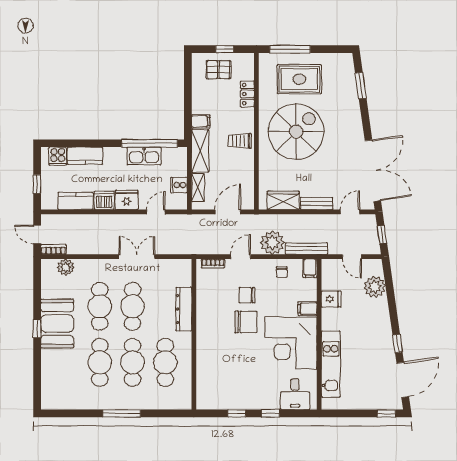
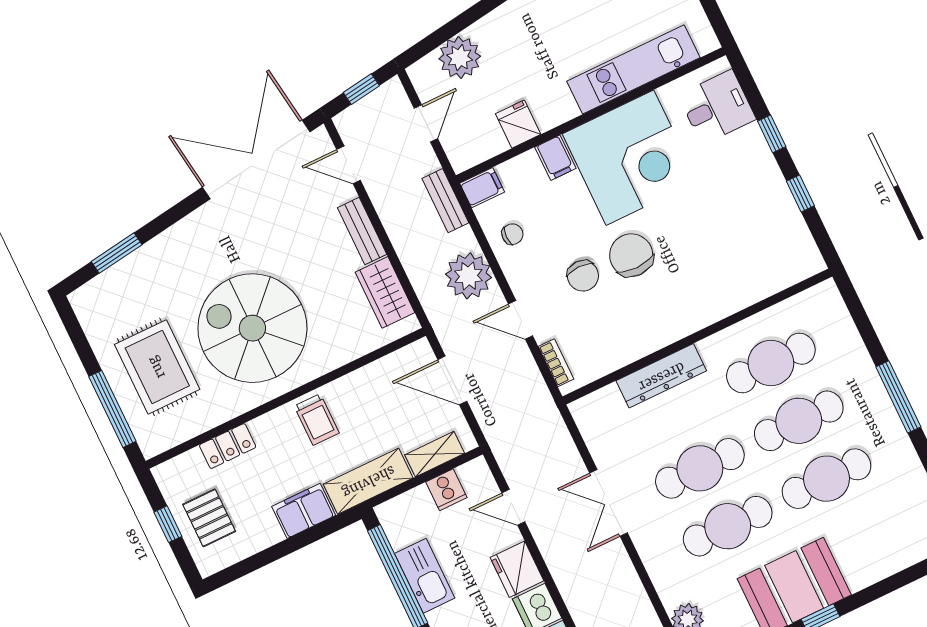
filing cabinet: (201, 121) -> (304, 511), width x2.00
bench: (306, 249) -> (445, 201), width x0.73

